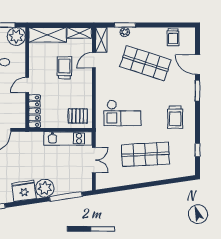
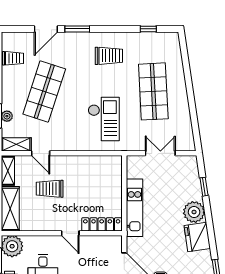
pallet: (78, 116) -> (107, 172), removed
kitchen unit: (68, 138) -> (134, 208), moved
window: (66, 197) -> (204, 187), width x0.46

